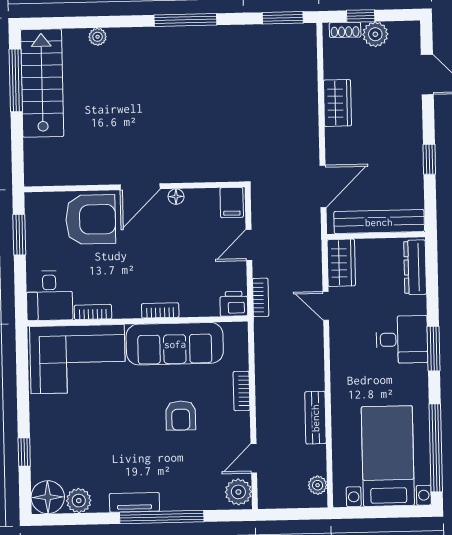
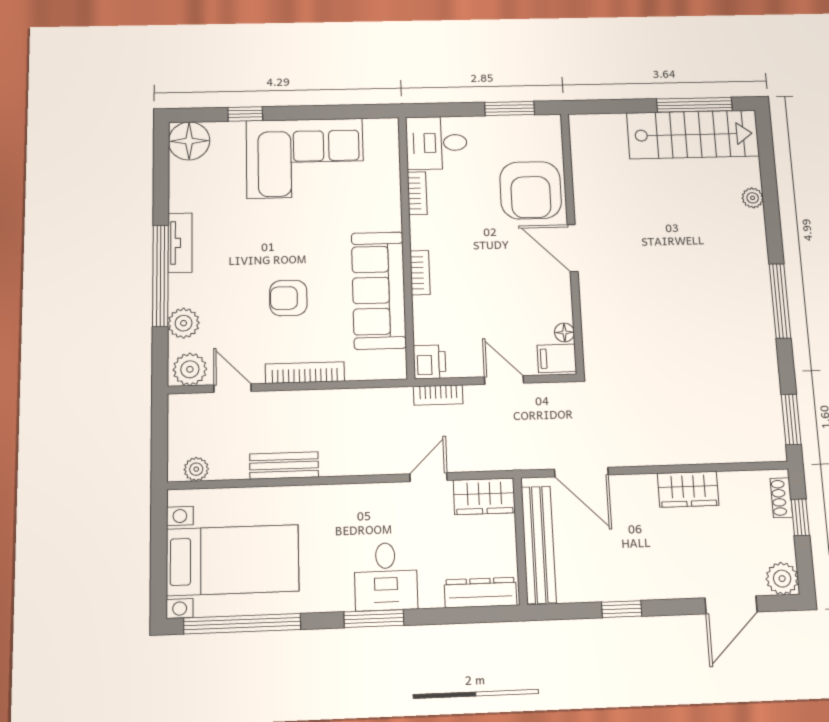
plant: (375, 34) -> (782, 579), moved
floor lamp: (176, 197) -> (564, 332), moved
corner sofa: (78, 359) -> (305, 158), moved, turned -90
bookcase: (242, 391) -> (305, 373), width x1.56
plant: (79, 501) -> (184, 323), moved

